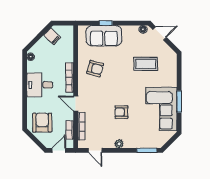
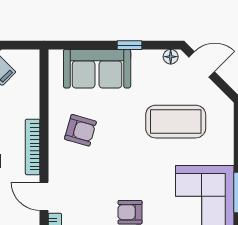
window: (106, 23) -> (129, 45), moved
coffee table: (146, 64) -> (176, 122), width x1.36, depth x1.32

